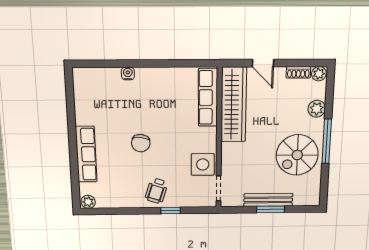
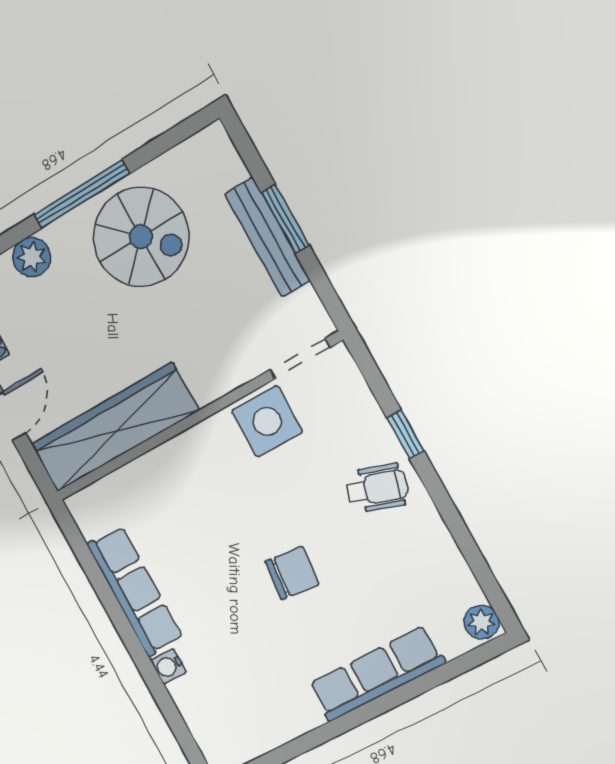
row of seats: (208, 98) -> (135, 591), moved, turned -90

